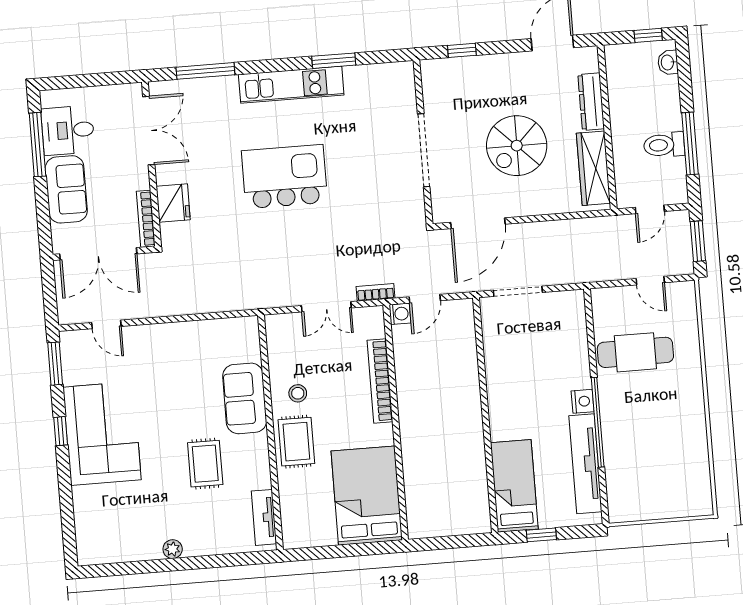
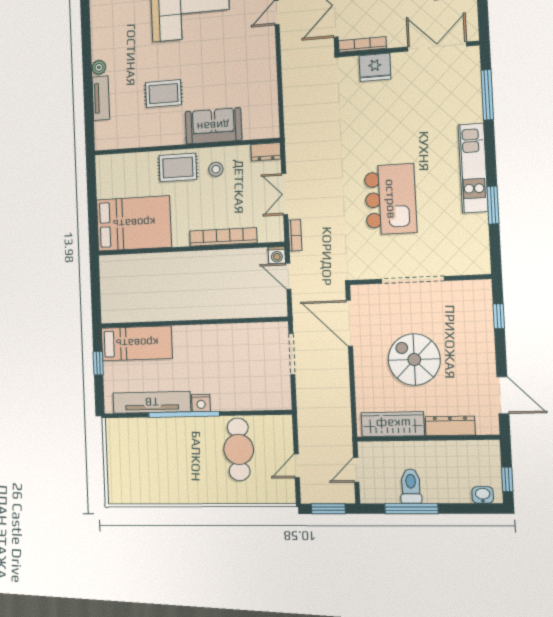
double door: (149, 131) -> (437, 47), swing flipped
kitchen island: (284, 177) -> (391, 199), moved
door: (650, 209) -> (356, 470), hinge flipped
dresser: (275, 332) -> (266, 152), added
tv unit: (264, 517) -> (101, 98), moved, turned 90

